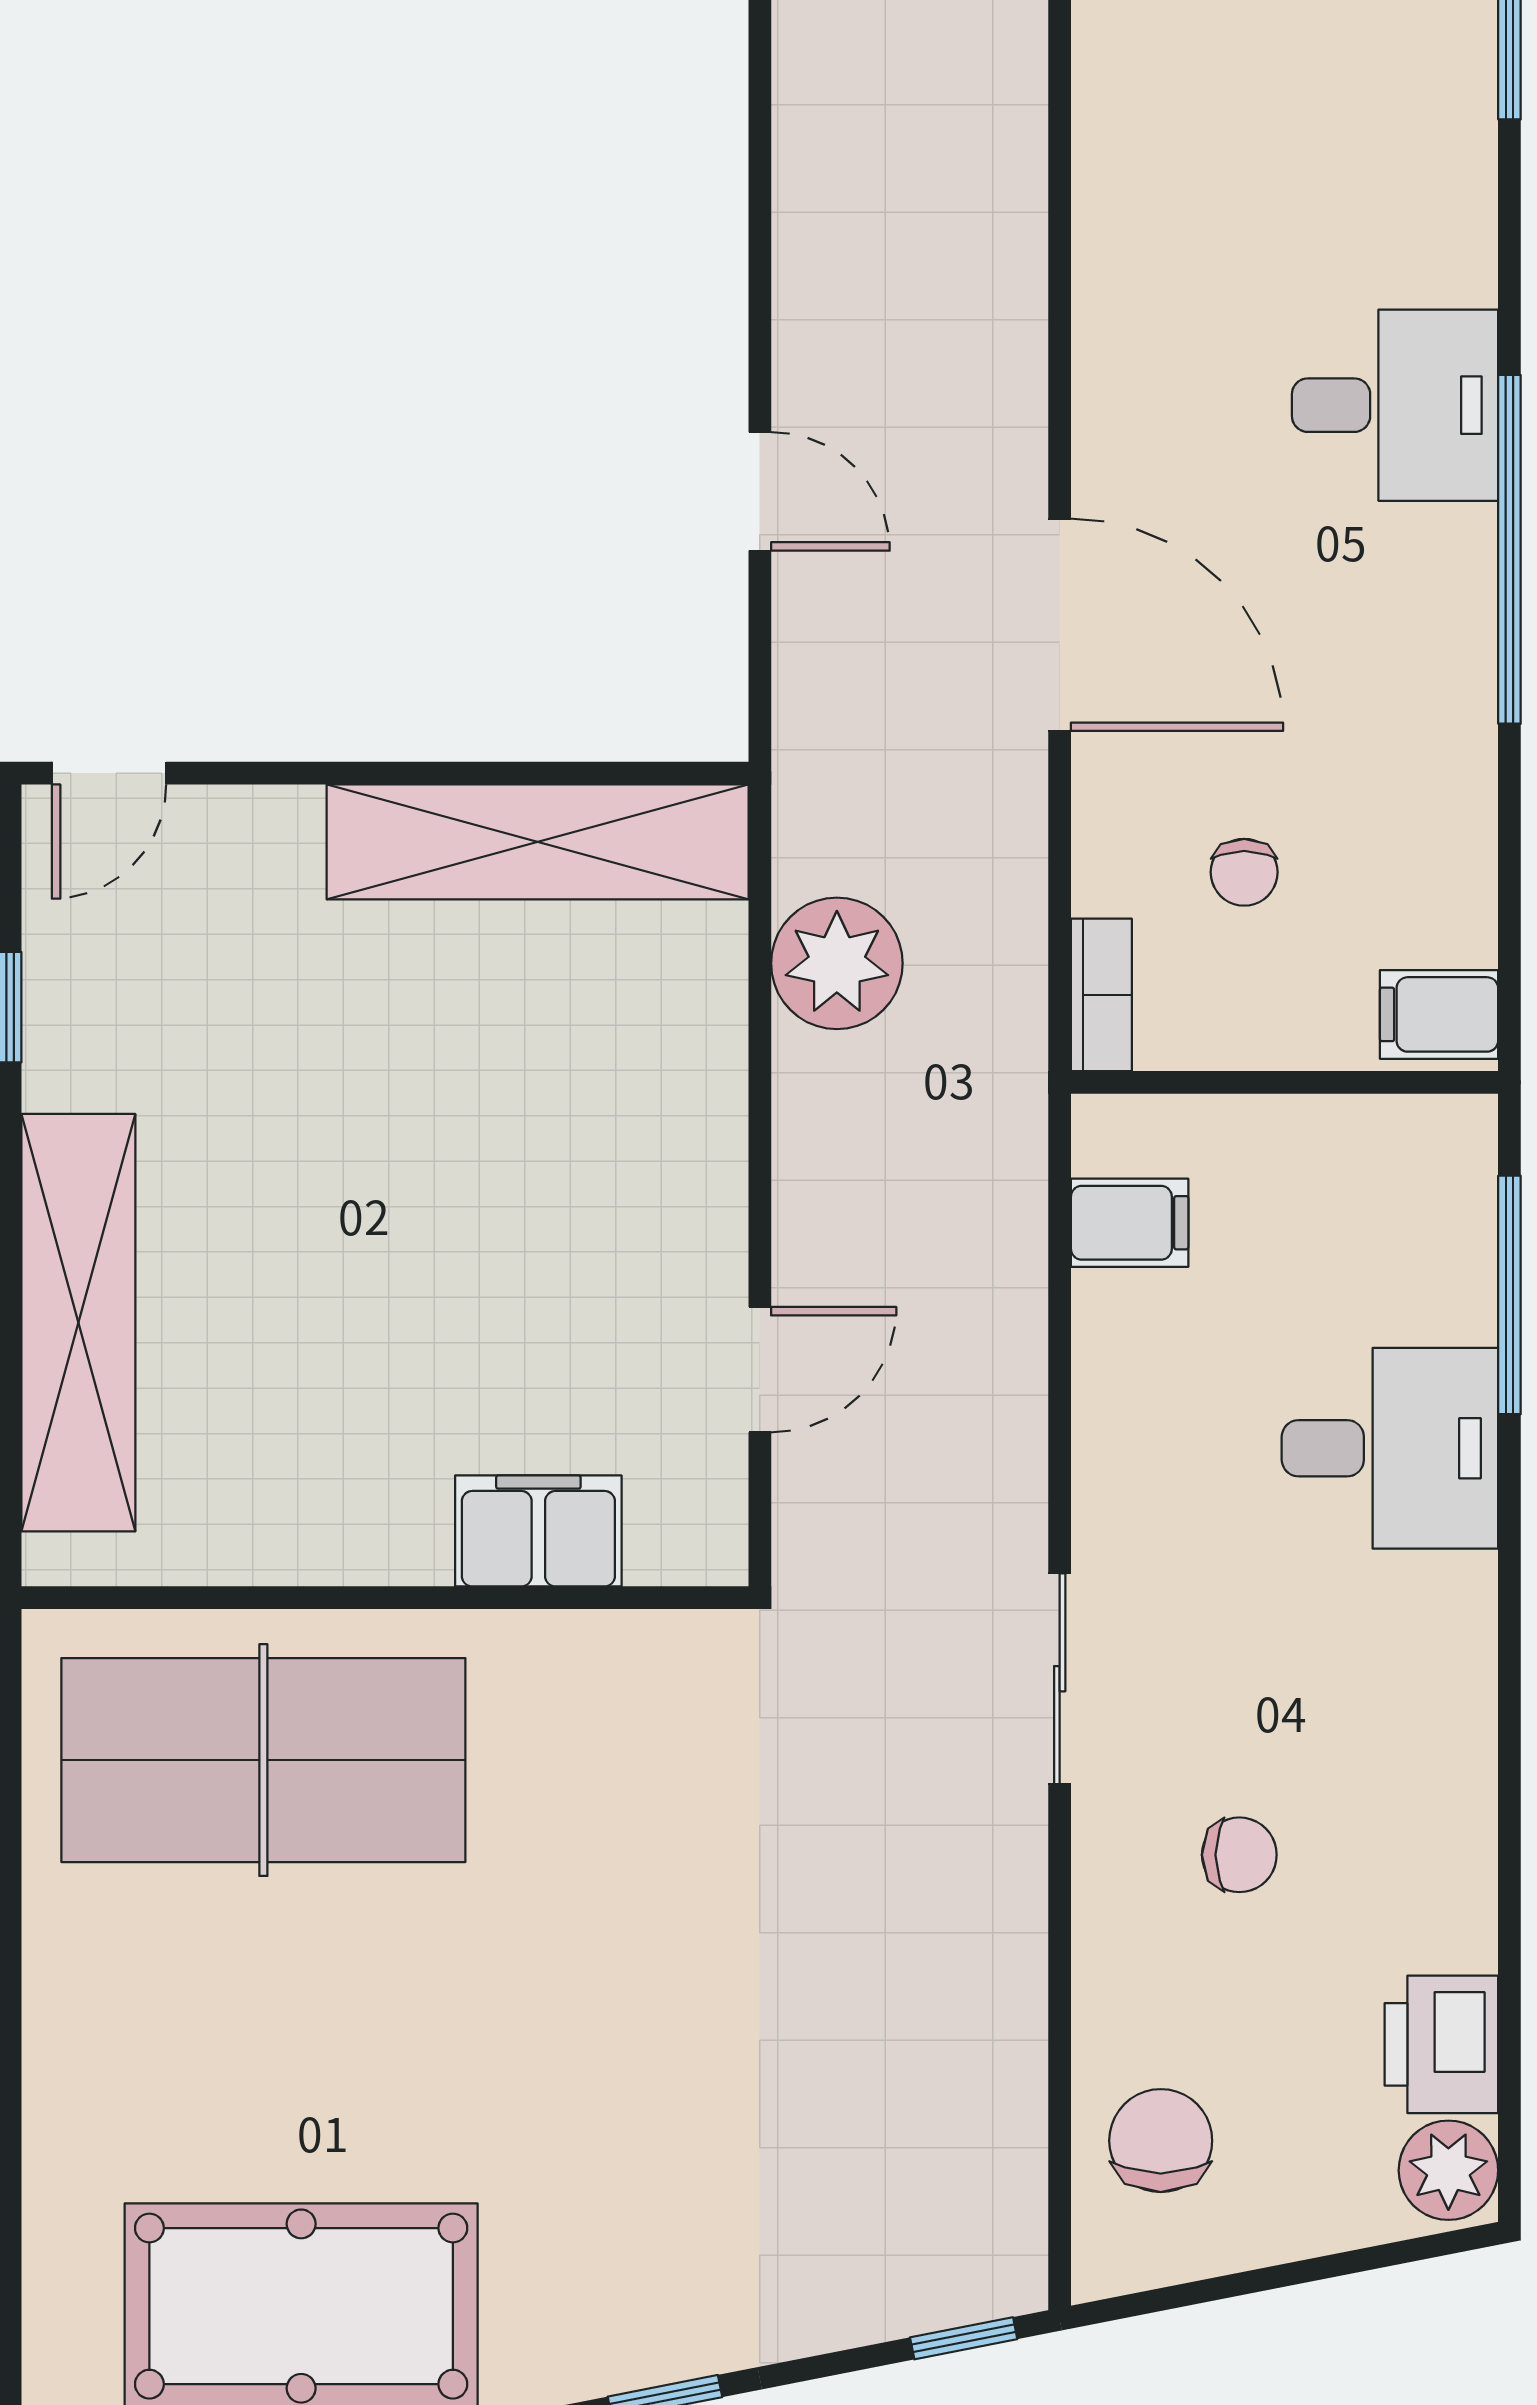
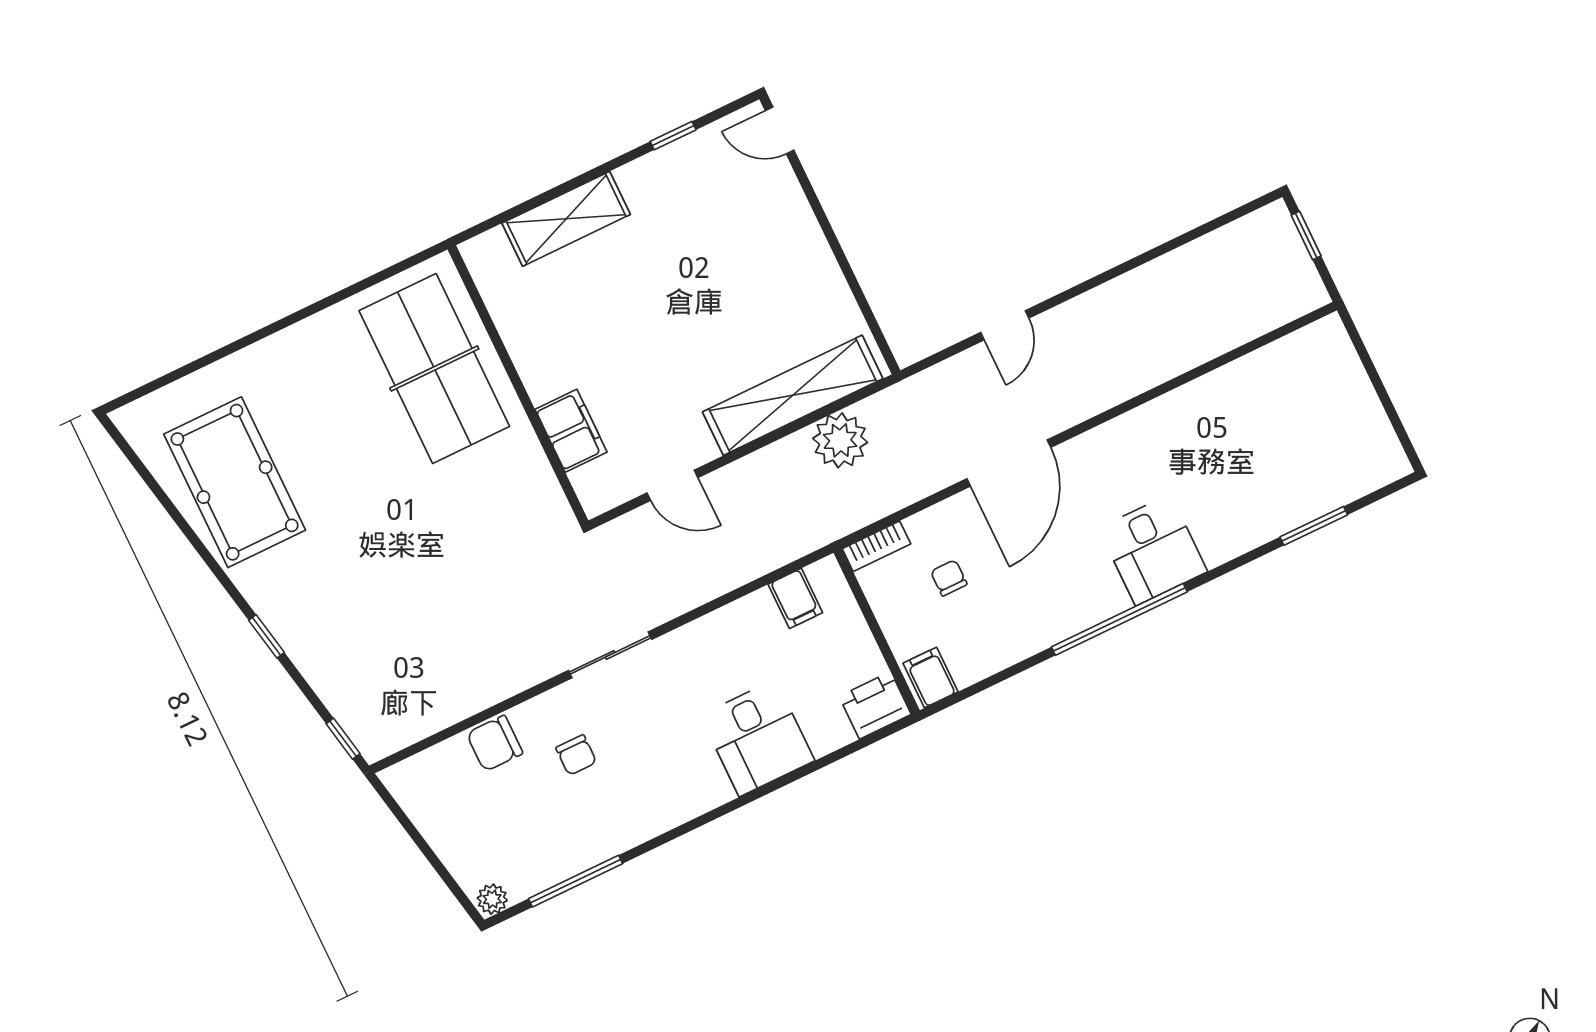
shelving: (538, 842) -> (793, 395), moved, turned 90
chair: (1244, 872) -> (949, 578), turned 90
window: (1509, 1295) -> (576, 881), moved
shelving: (78, 1323) -> (566, 219), width x0.68
printer: (1441, 2044) -> (875, 705), moved
chair: (1161, 2141) -> (495, 743), moved, turned 180
plant: (1448, 2170) -> (492, 899), width x0.73, depth x0.73

